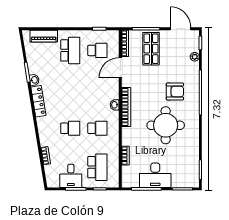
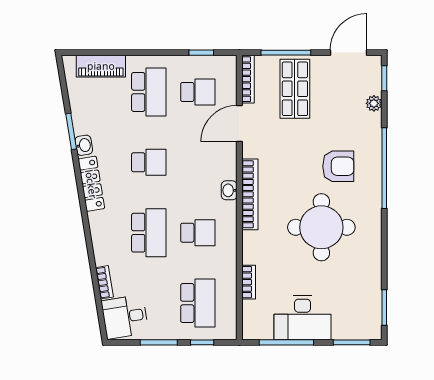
door: (181, 29) -> (349, 53), hinge flipped
school desk: (70, 89) -> (149, 162), added
school desk: (70, 128) -> (149, 233), width x1.85
desk: (71, 176) -> (125, 317), moved, turned 81

